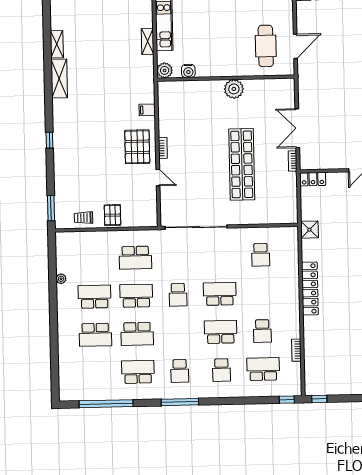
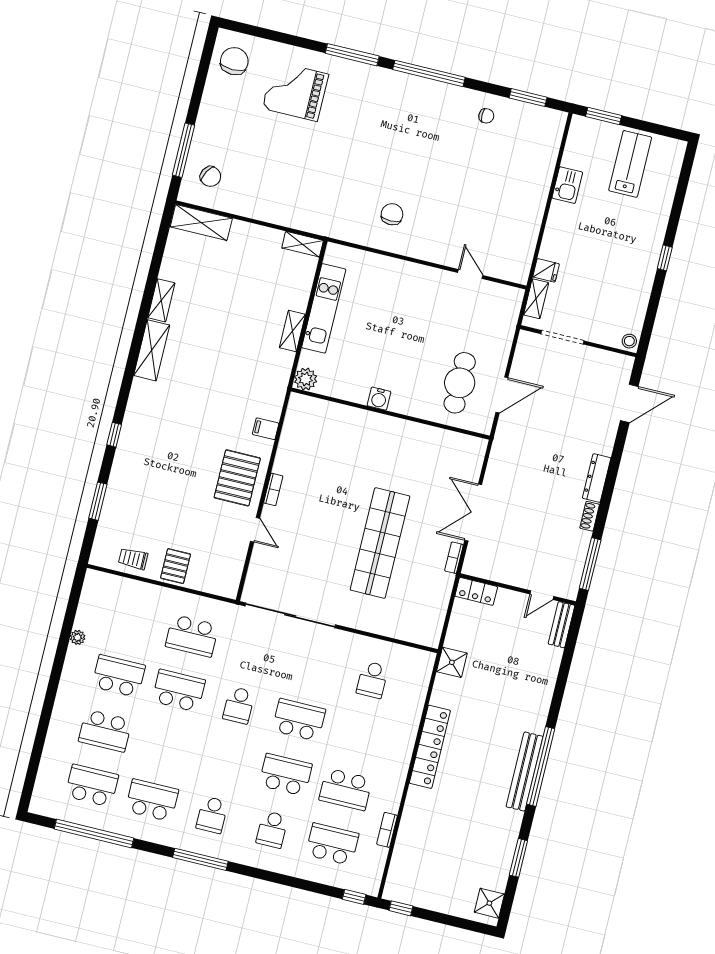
water cooler: (188, 71) -> (379, 399), moved
plant: (234, 89) -> (398, 432), removed
window: (51, 208) -> (98, 501), moved
school desk: (262, 331) -> (346, 789), width x1.85
school desk: (137, 334) -> (92, 786), moved, turned 180

